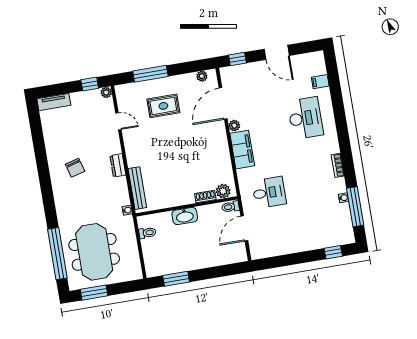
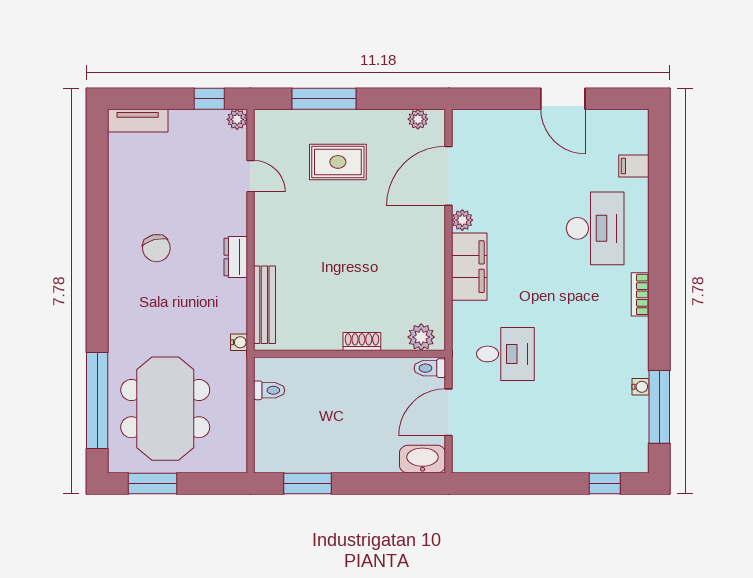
window: (237, 59) -> (489, 99), removed
bookcase: (338, 165) -> (640, 294), moved
shoe rack: (205, 197) -> (362, 341), moved
washbasin: (185, 216) -> (423, 459), moved, turned 180

